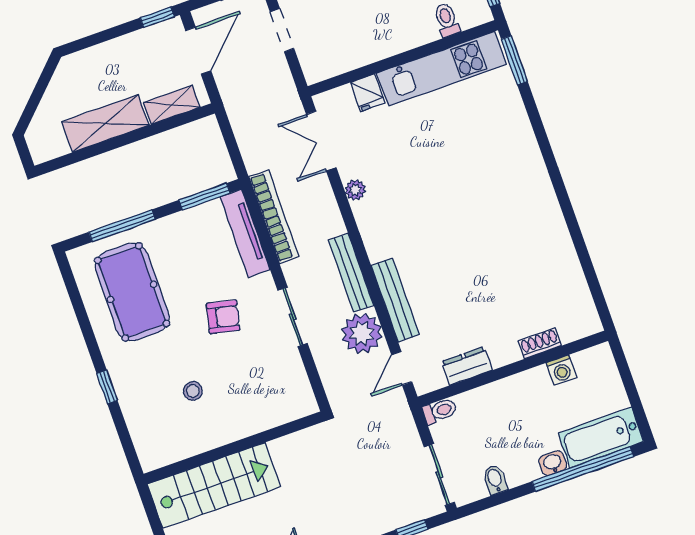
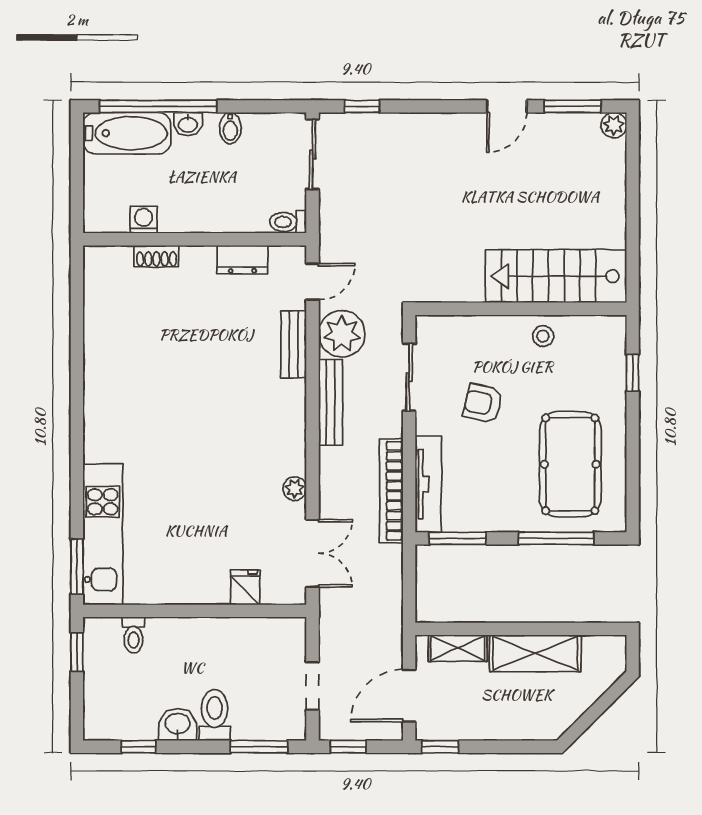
kitchen unit: (441, 69) -> (103, 534), moved, turned 90
bench: (395, 300) -> (294, 344), width x0.73
wall: (234, 448) -> (521, 309), moved
bidet: (495, 480) -> (230, 128), moved
stairs: (214, 485) -> (556, 276), moved

